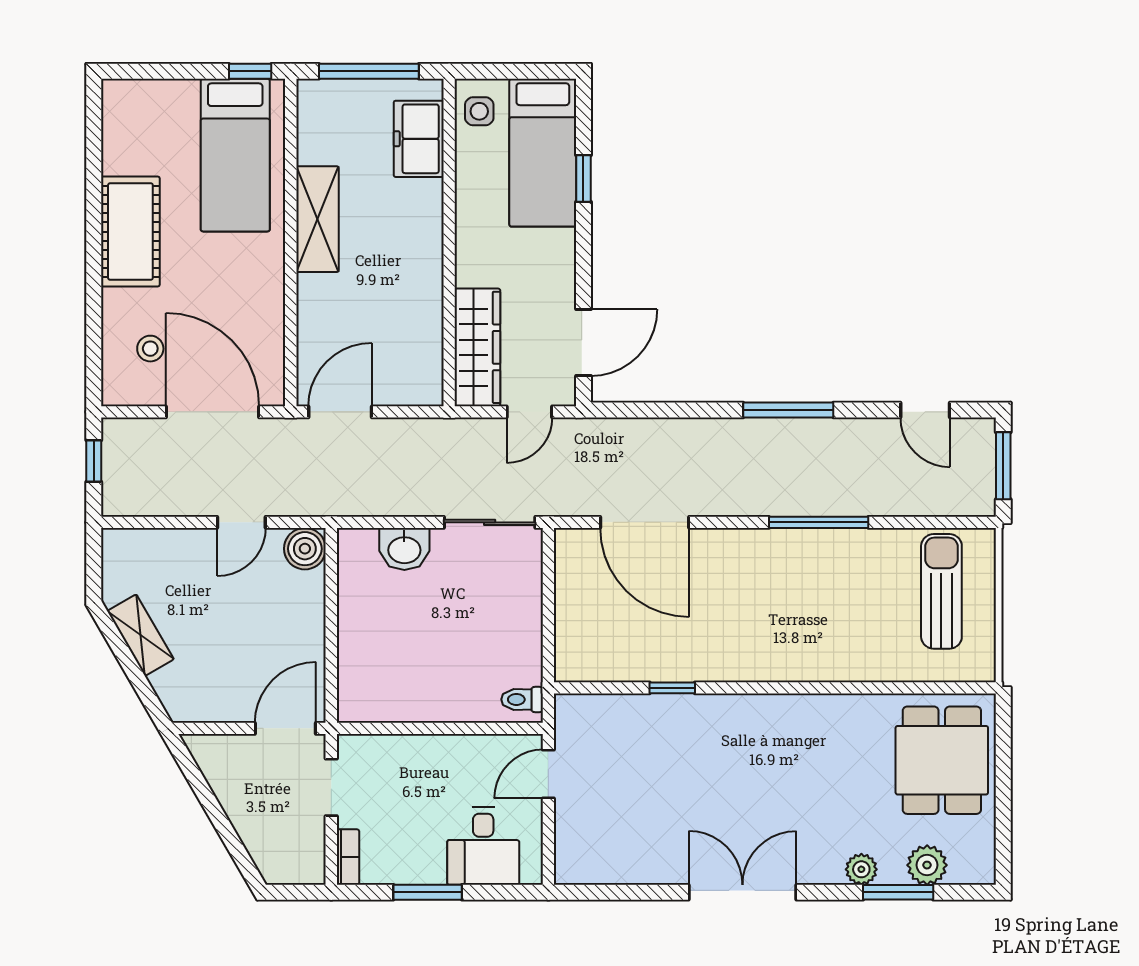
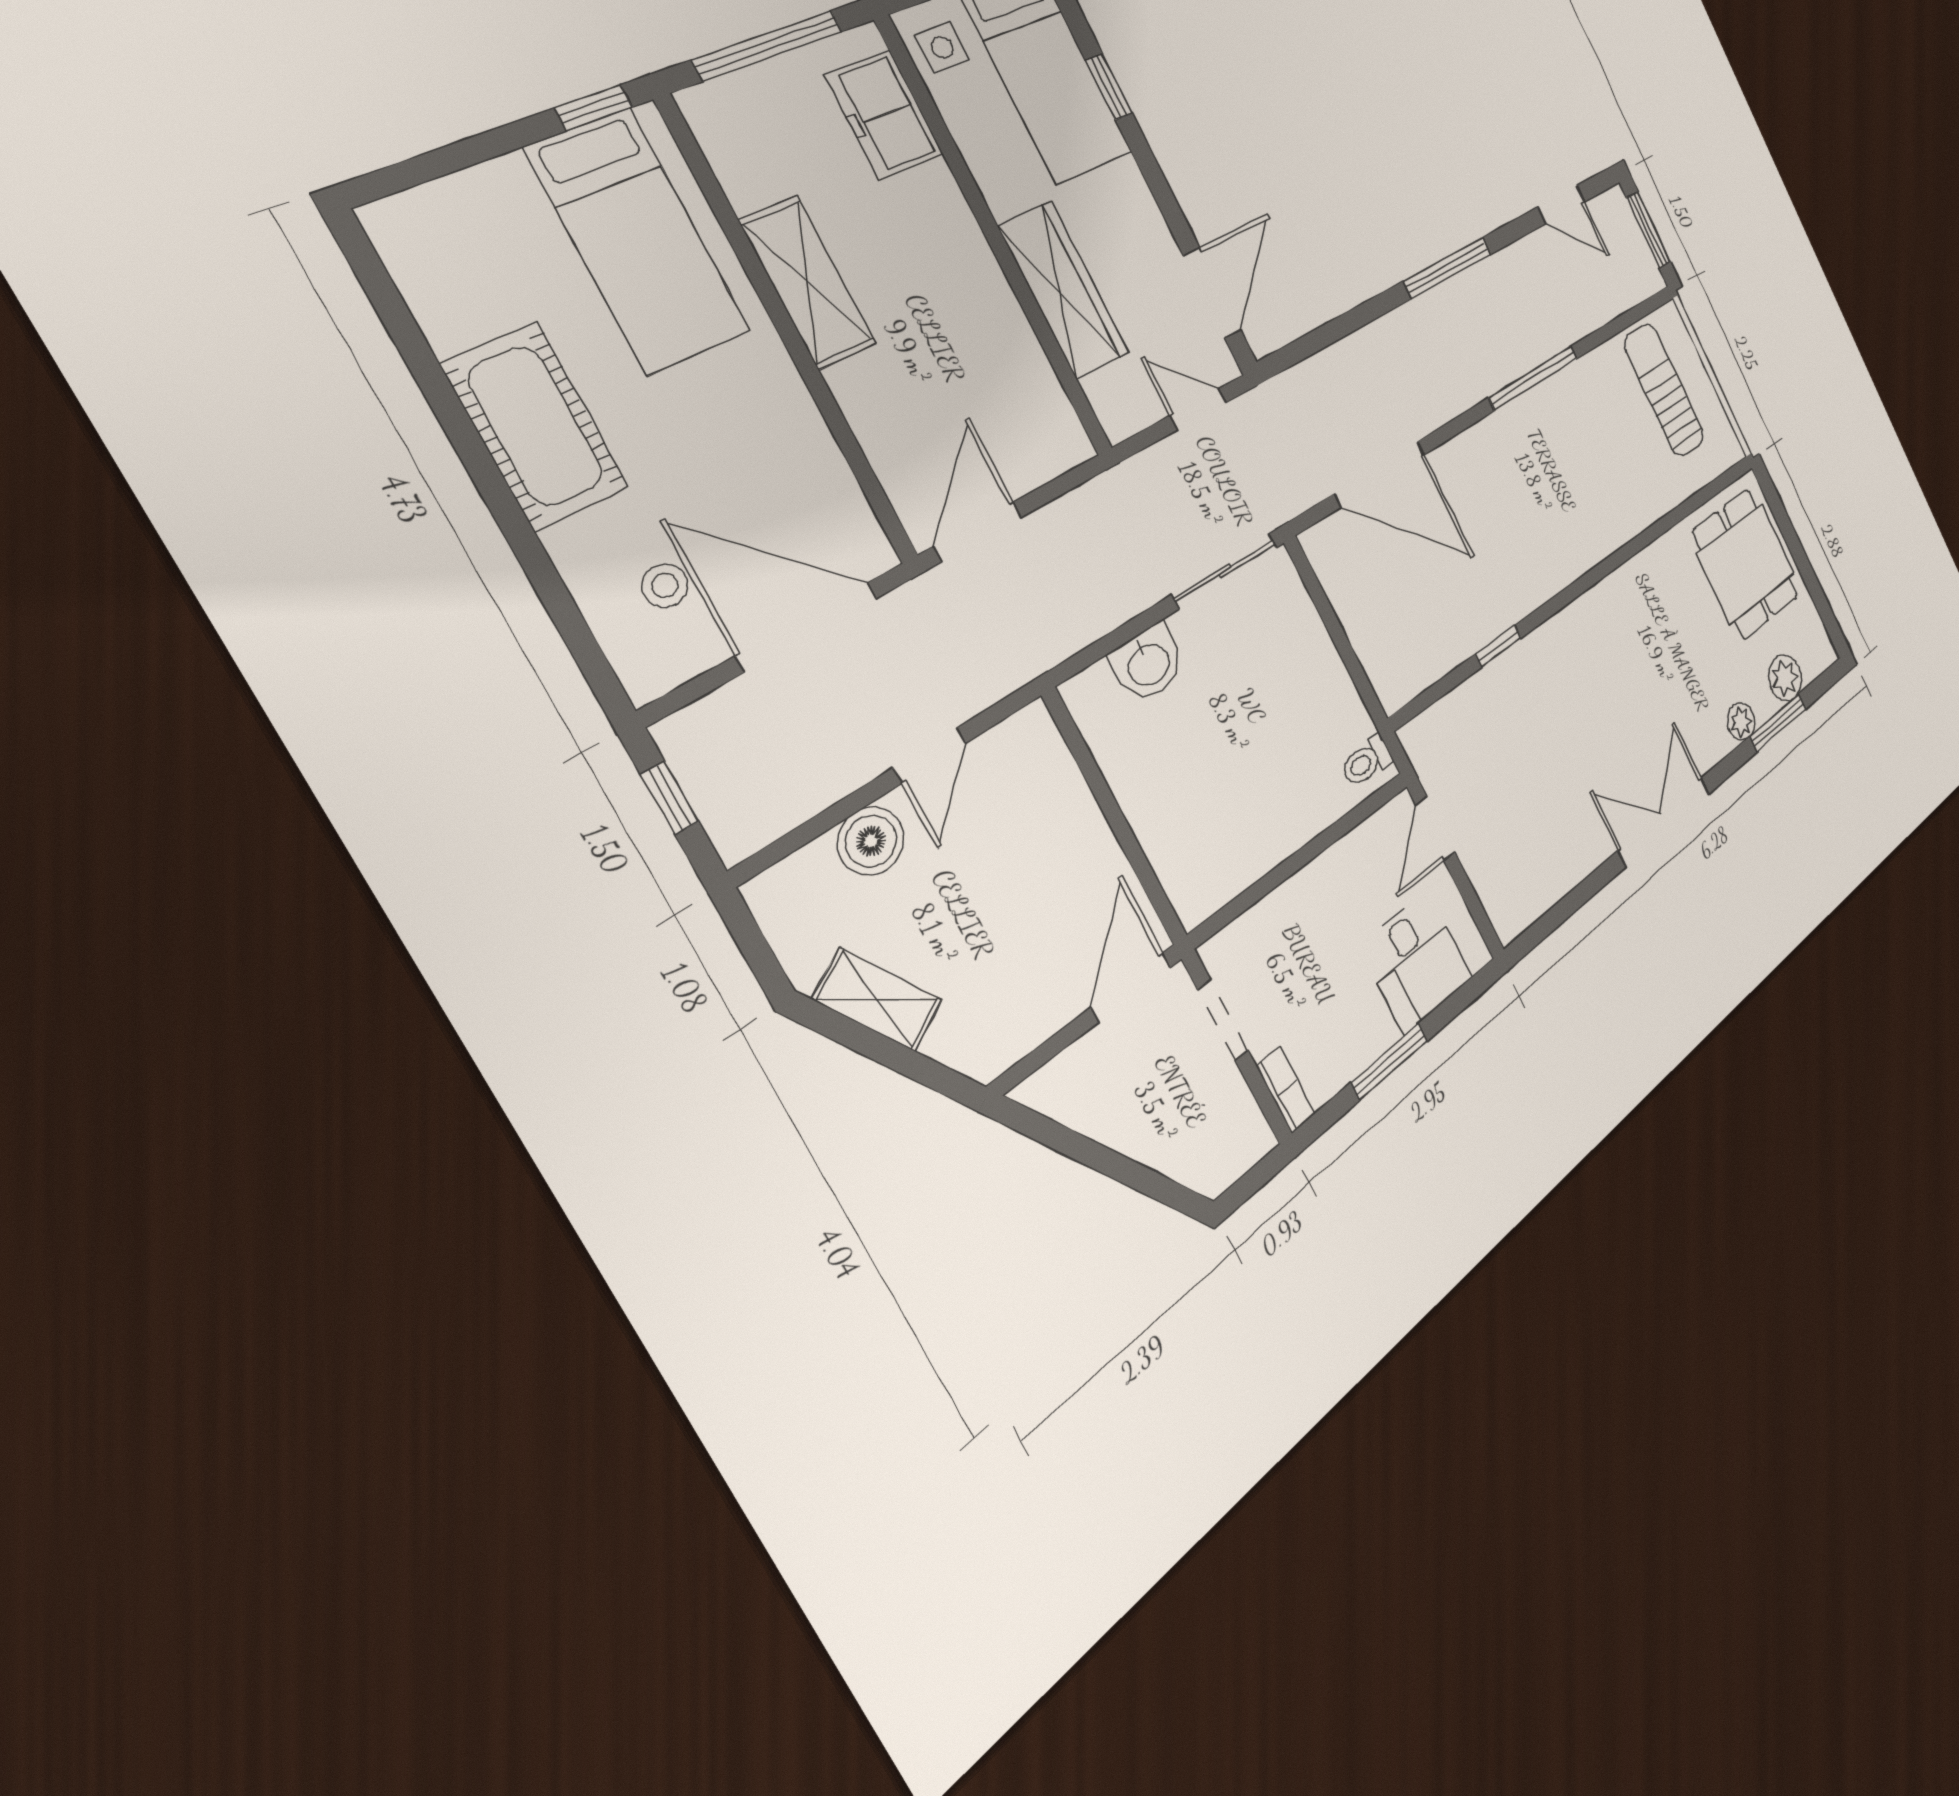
wardrobe: (477, 347) -> (1064, 290), moved
door: (529, 412) -> (1198, 409), swing flipped
boiler: (305, 549) -> (871, 841), moved

